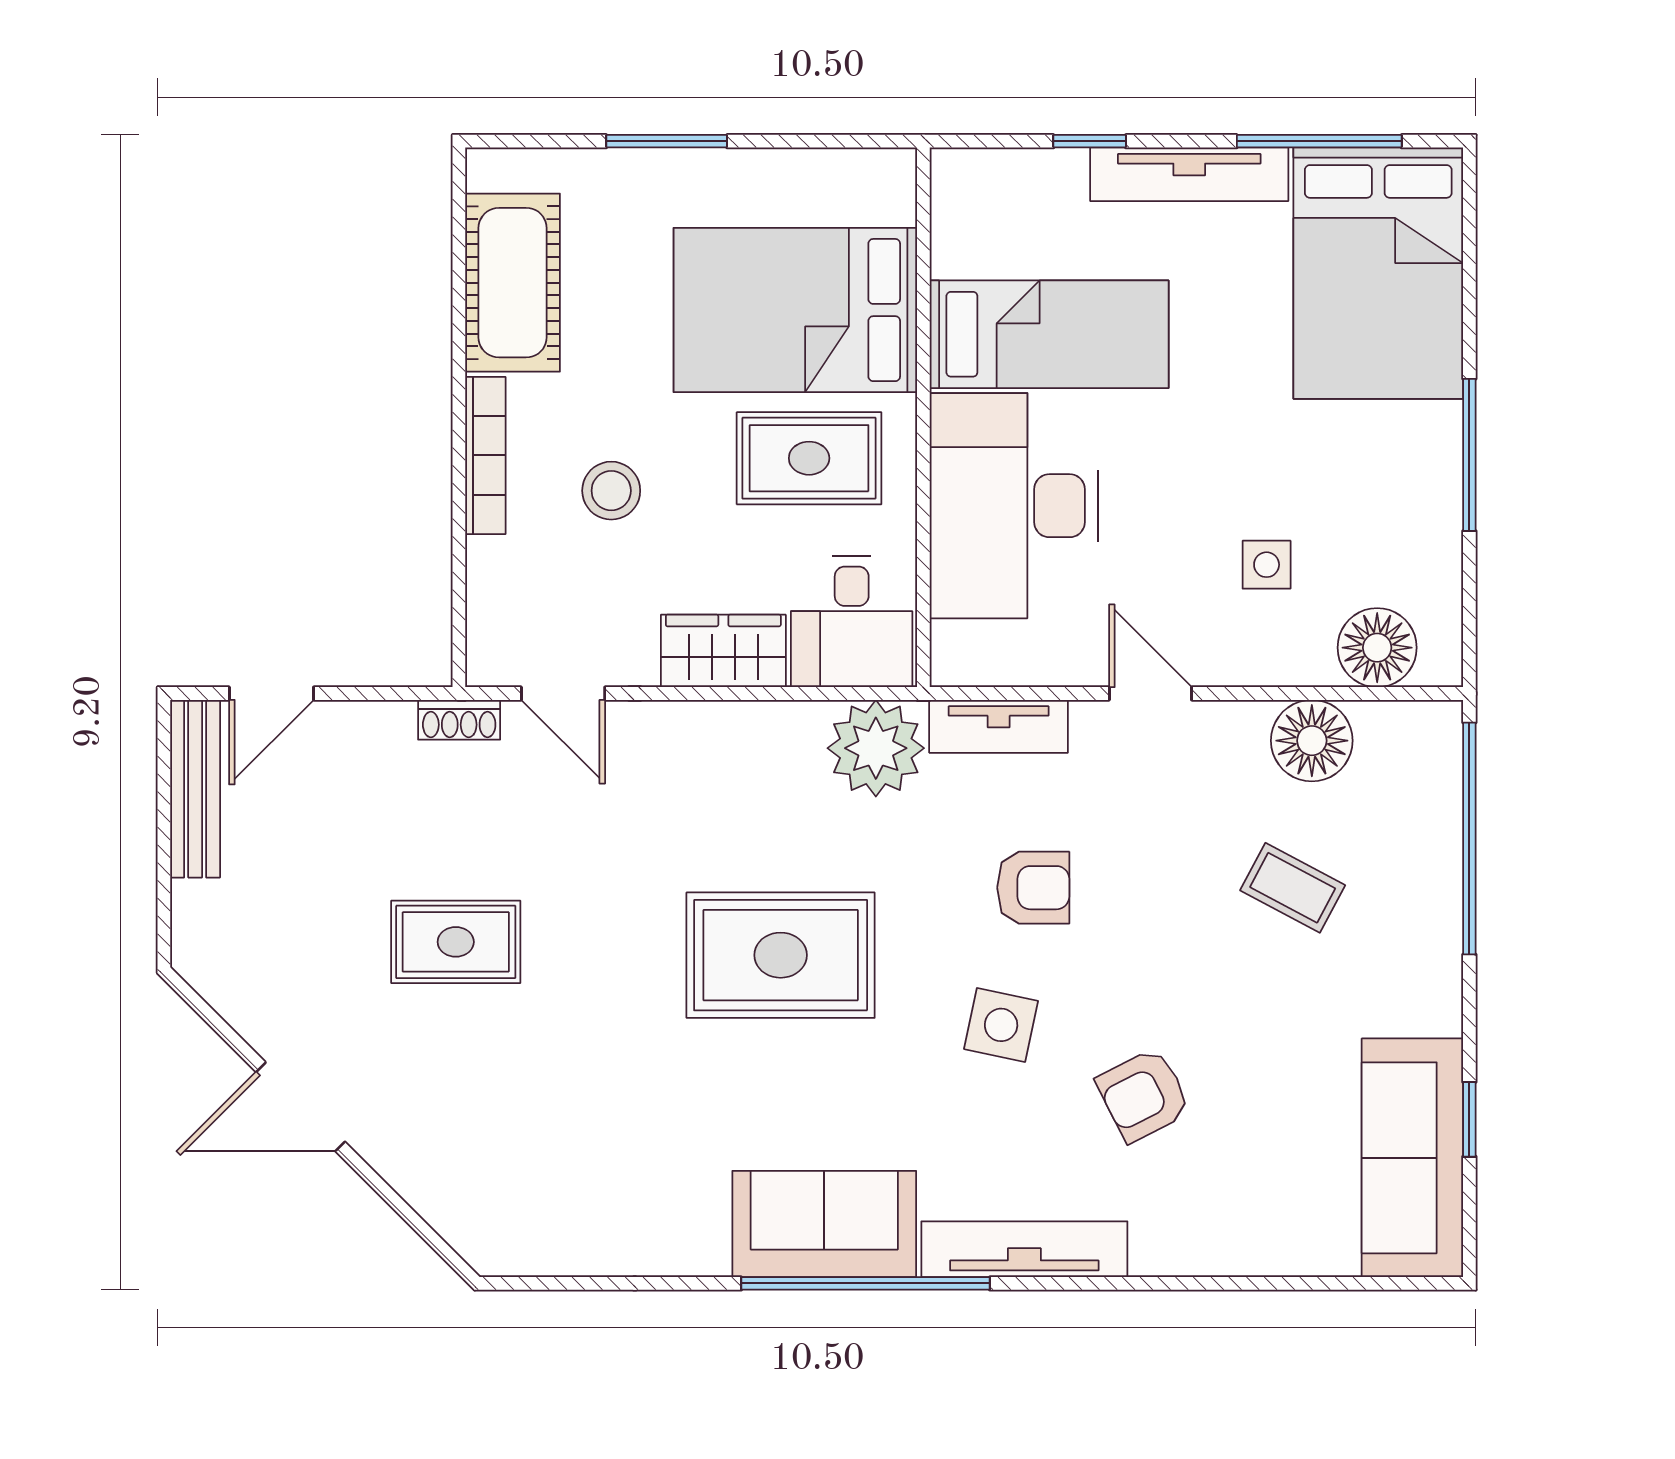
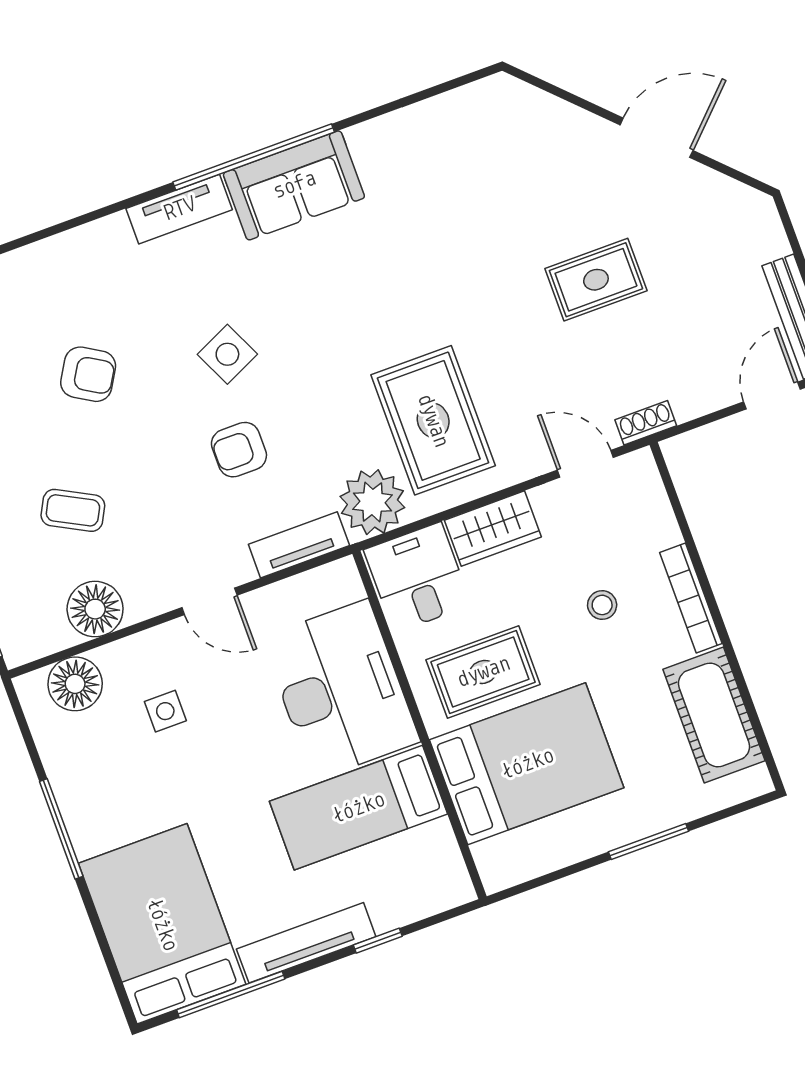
stool: (611, 491) -> (602, 605), width x0.73, depth x0.73
rug: (781, 955) -> (433, 420), moved, turned 90
side table: (1001, 1025) -> (227, 354), turned -37
armchair: (1144, 1095) -> (88, 374), moved, turned 58
tv unit: (1024, 1249) -> (179, 209), width x0.71

